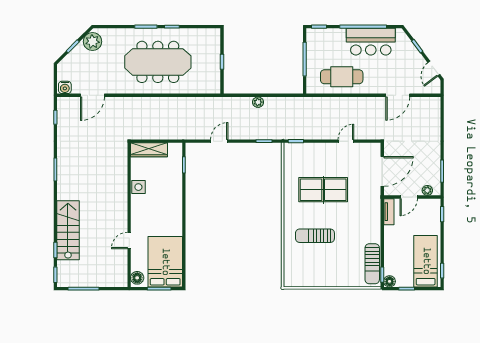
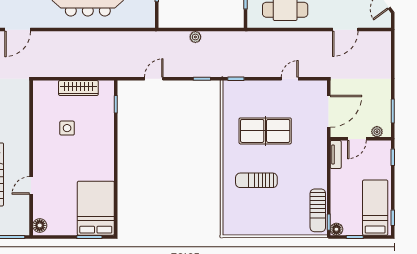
wall: (129, 215) -> (31, 158), moved
door: (129, 241) -> (31, 185), moved
floor lamp: (137, 278) -> (40, 225), moved

